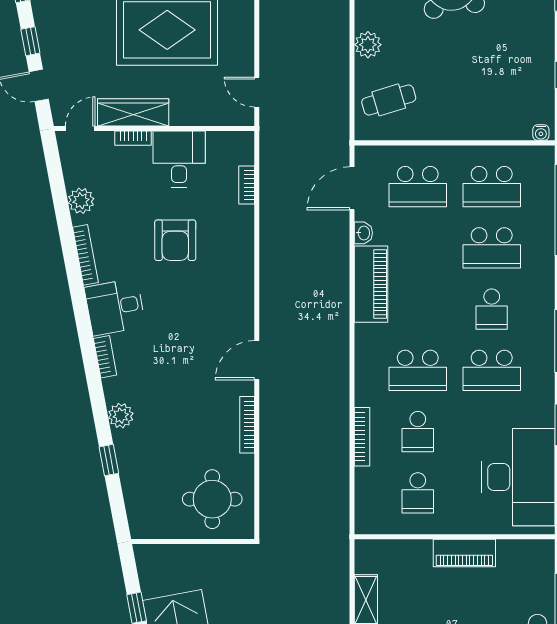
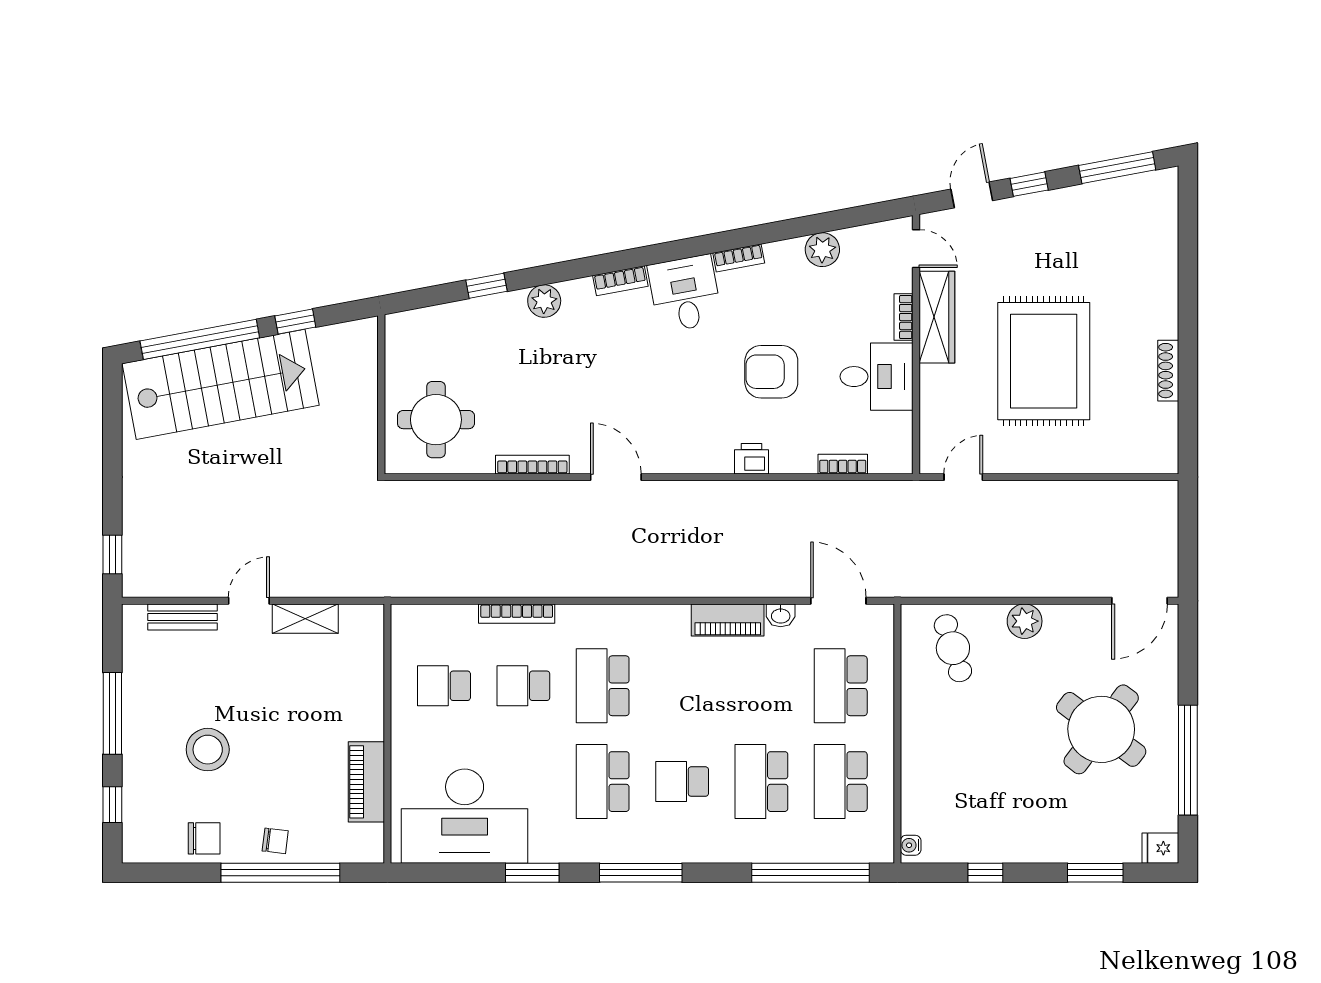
bookcase: (85, 255) -> (739, 258), width x0.64
printer: (242, 256) -> (751, 459), added
piano: (371, 284) -> (728, 620), width x0.73, depth x0.75
piano: (464, 553) -> (366, 782), moved

